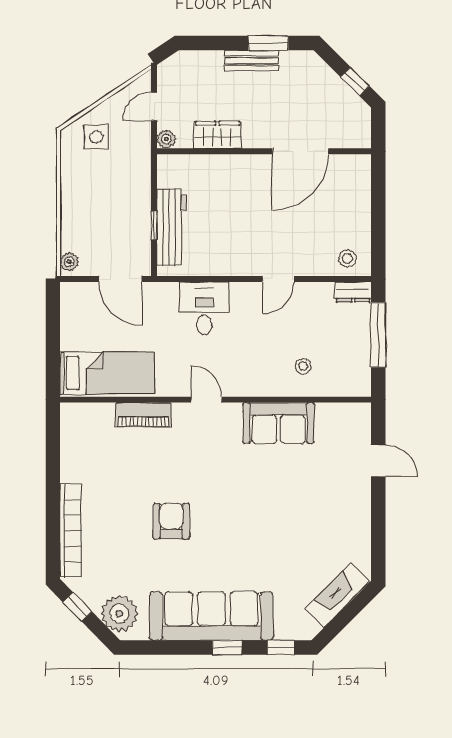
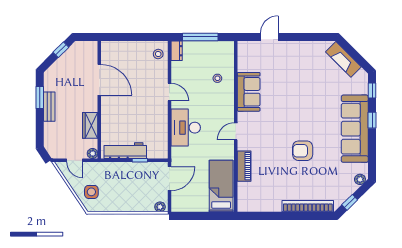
workbench: (171, 227) -> (125, 151), moved
desk: (204, 308) -> (186, 128), width x1.37
plant: (119, 614) -> (360, 179), width x0.53, depth x0.53

